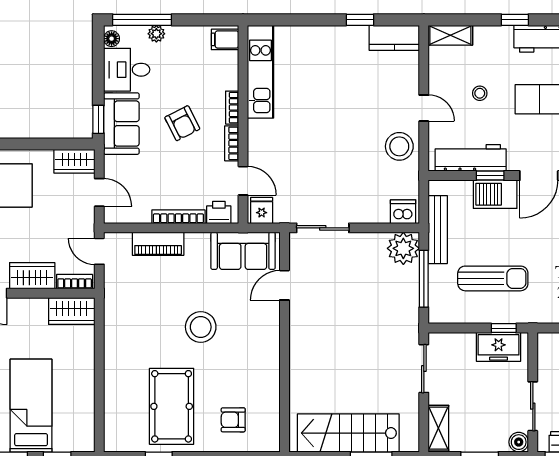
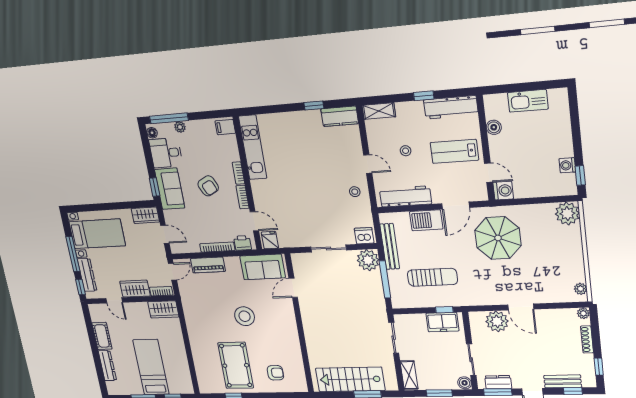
stool: (399, 146) -> (355, 192), width x0.53, depth x0.53
window: (490, 176) -> (421, 208), removed
sliding door: (323, 228) -> (328, 248), moved
door: (99, 251) -> (172, 272), swing flipped
armchair: (233, 420) -> (275, 373), turned 180

